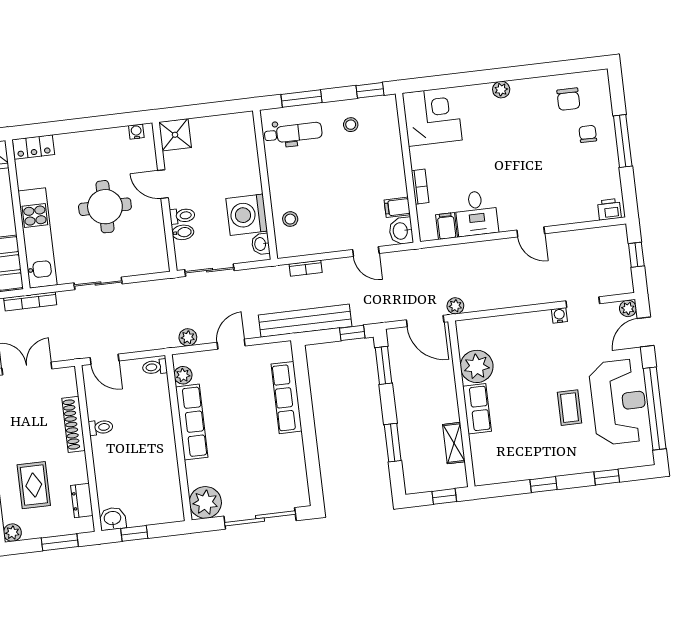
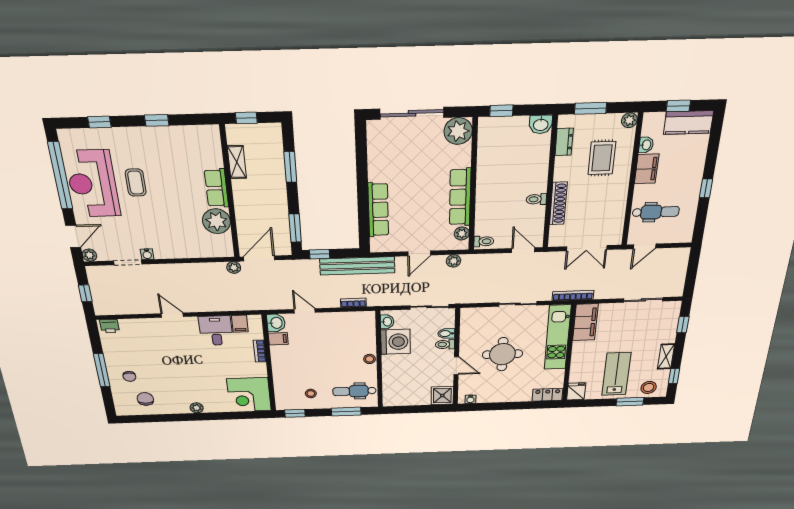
stool: (290, 219) -> (370, 359), moved
door: (425, 321) -> (259, 258), hinge flipped
window: (134, 533) -> (501, 111), moved

